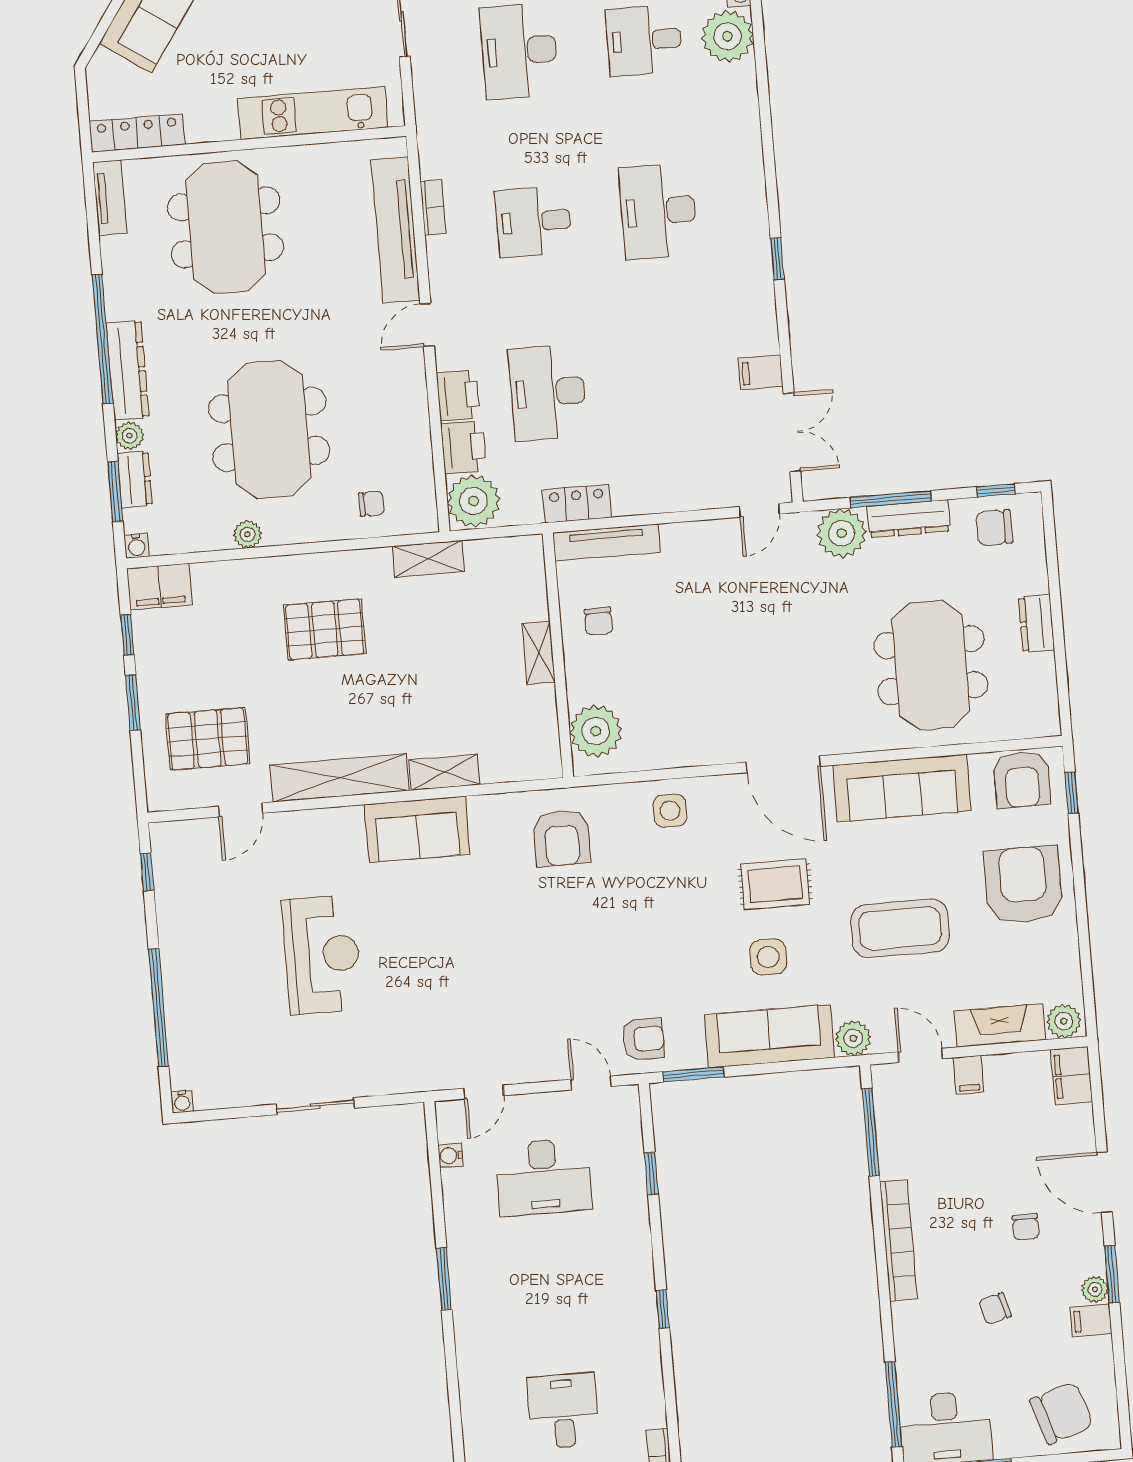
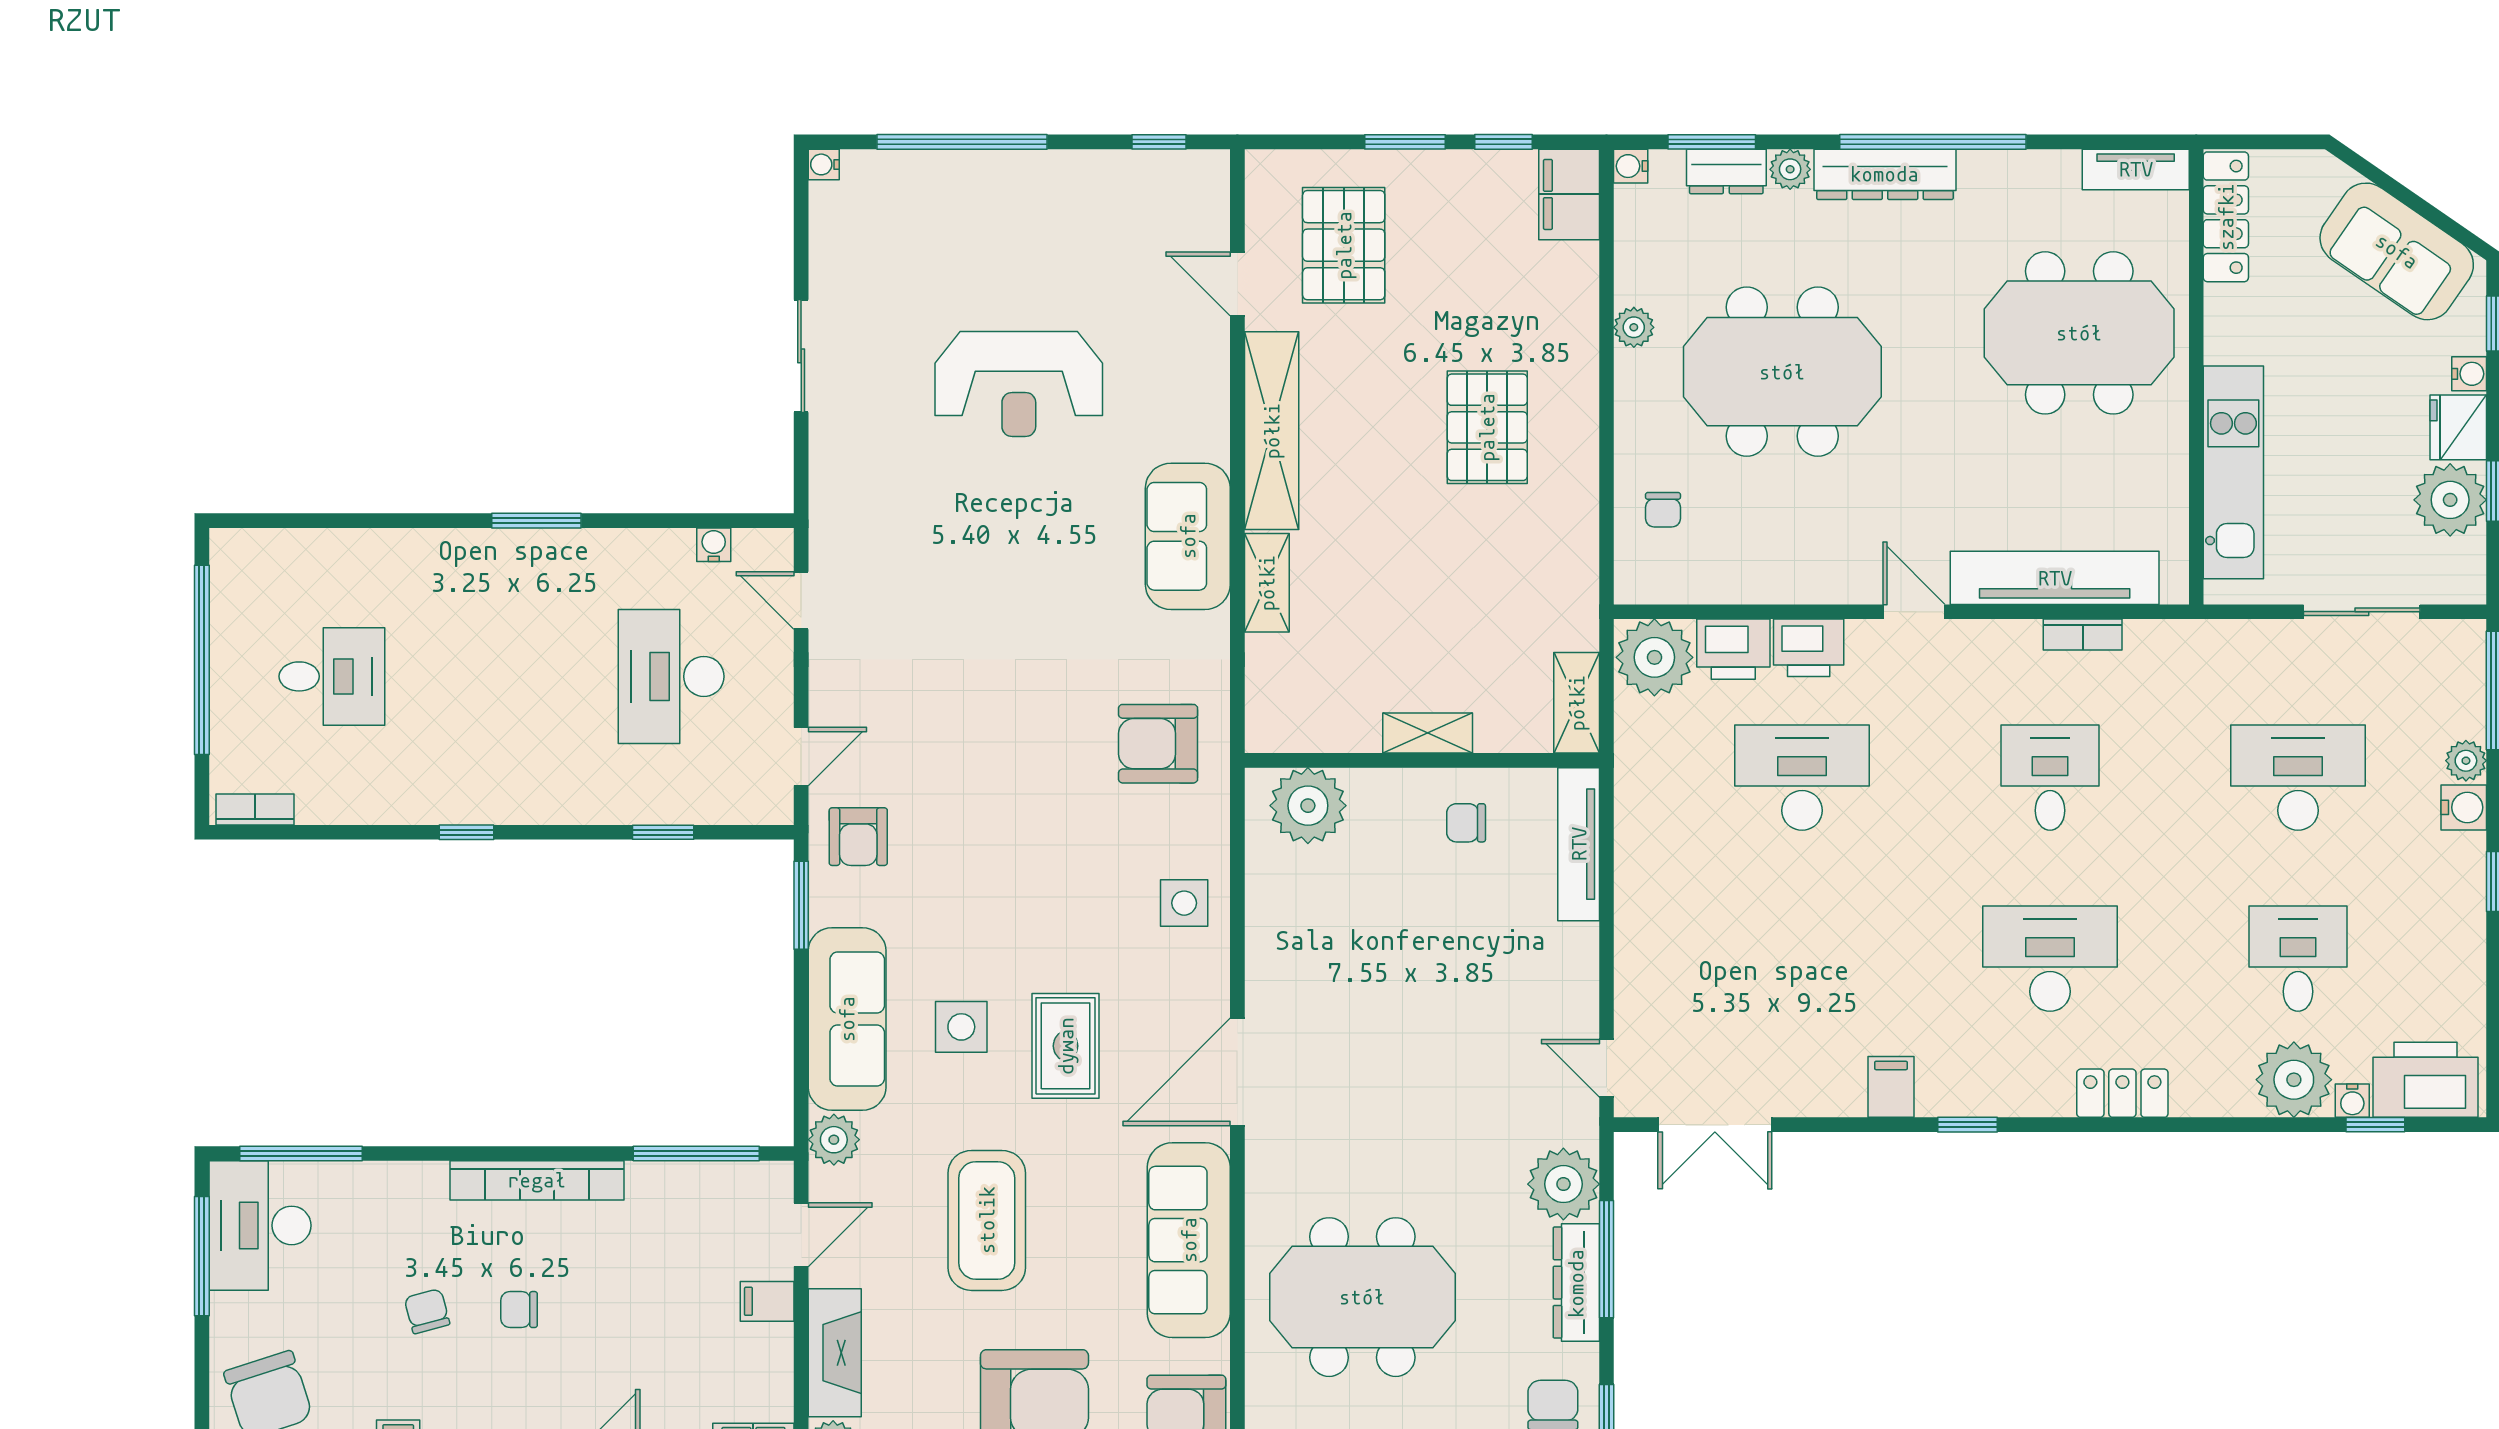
filing cabinet: (761, 372) -> (1891, 1087), moved
locker: (577, 504) -> (2122, 1093), moved, turned -90
shelving: (428, 559) -> (1577, 703), moved
chair: (1026, 1227) -> (519, 1310), moved

